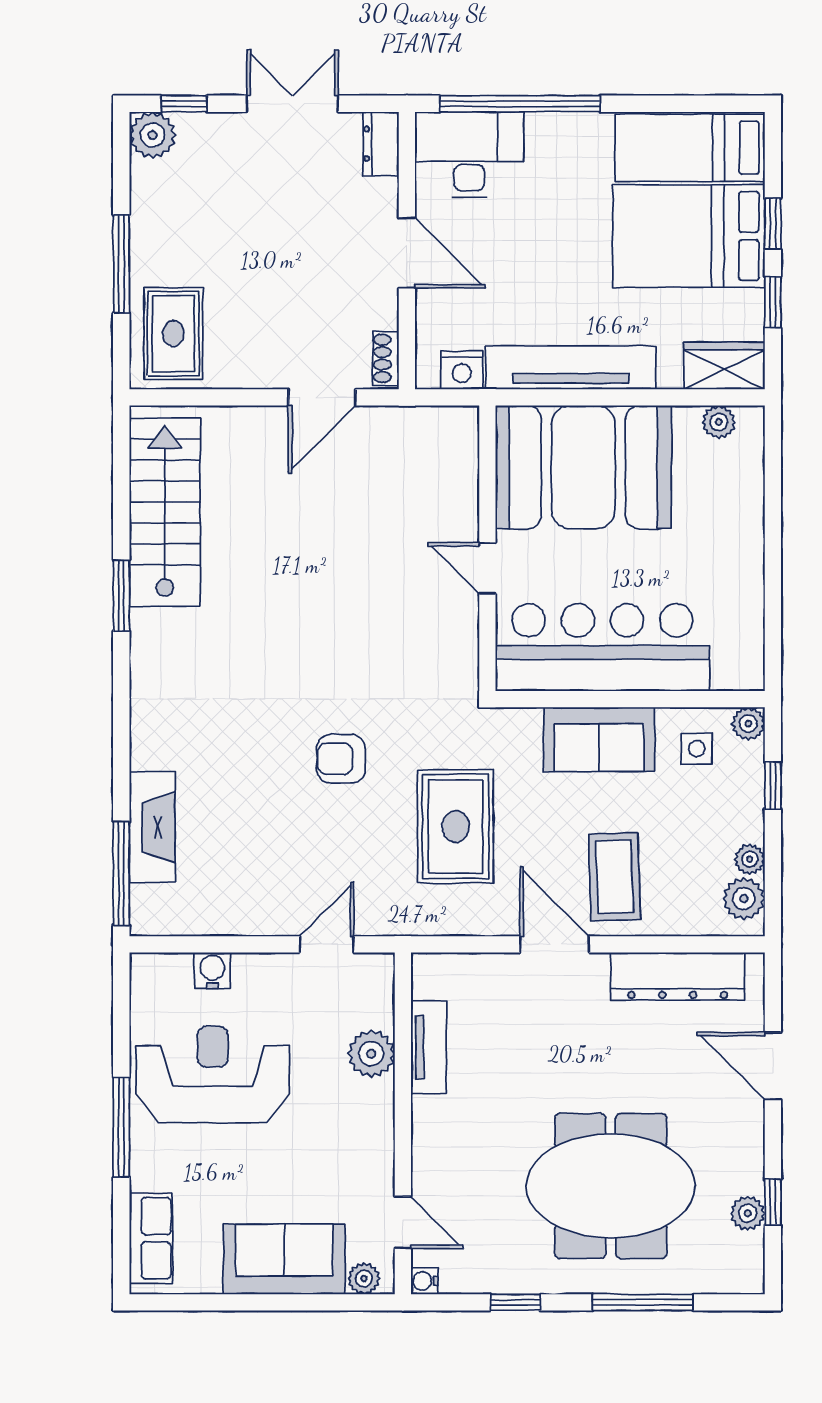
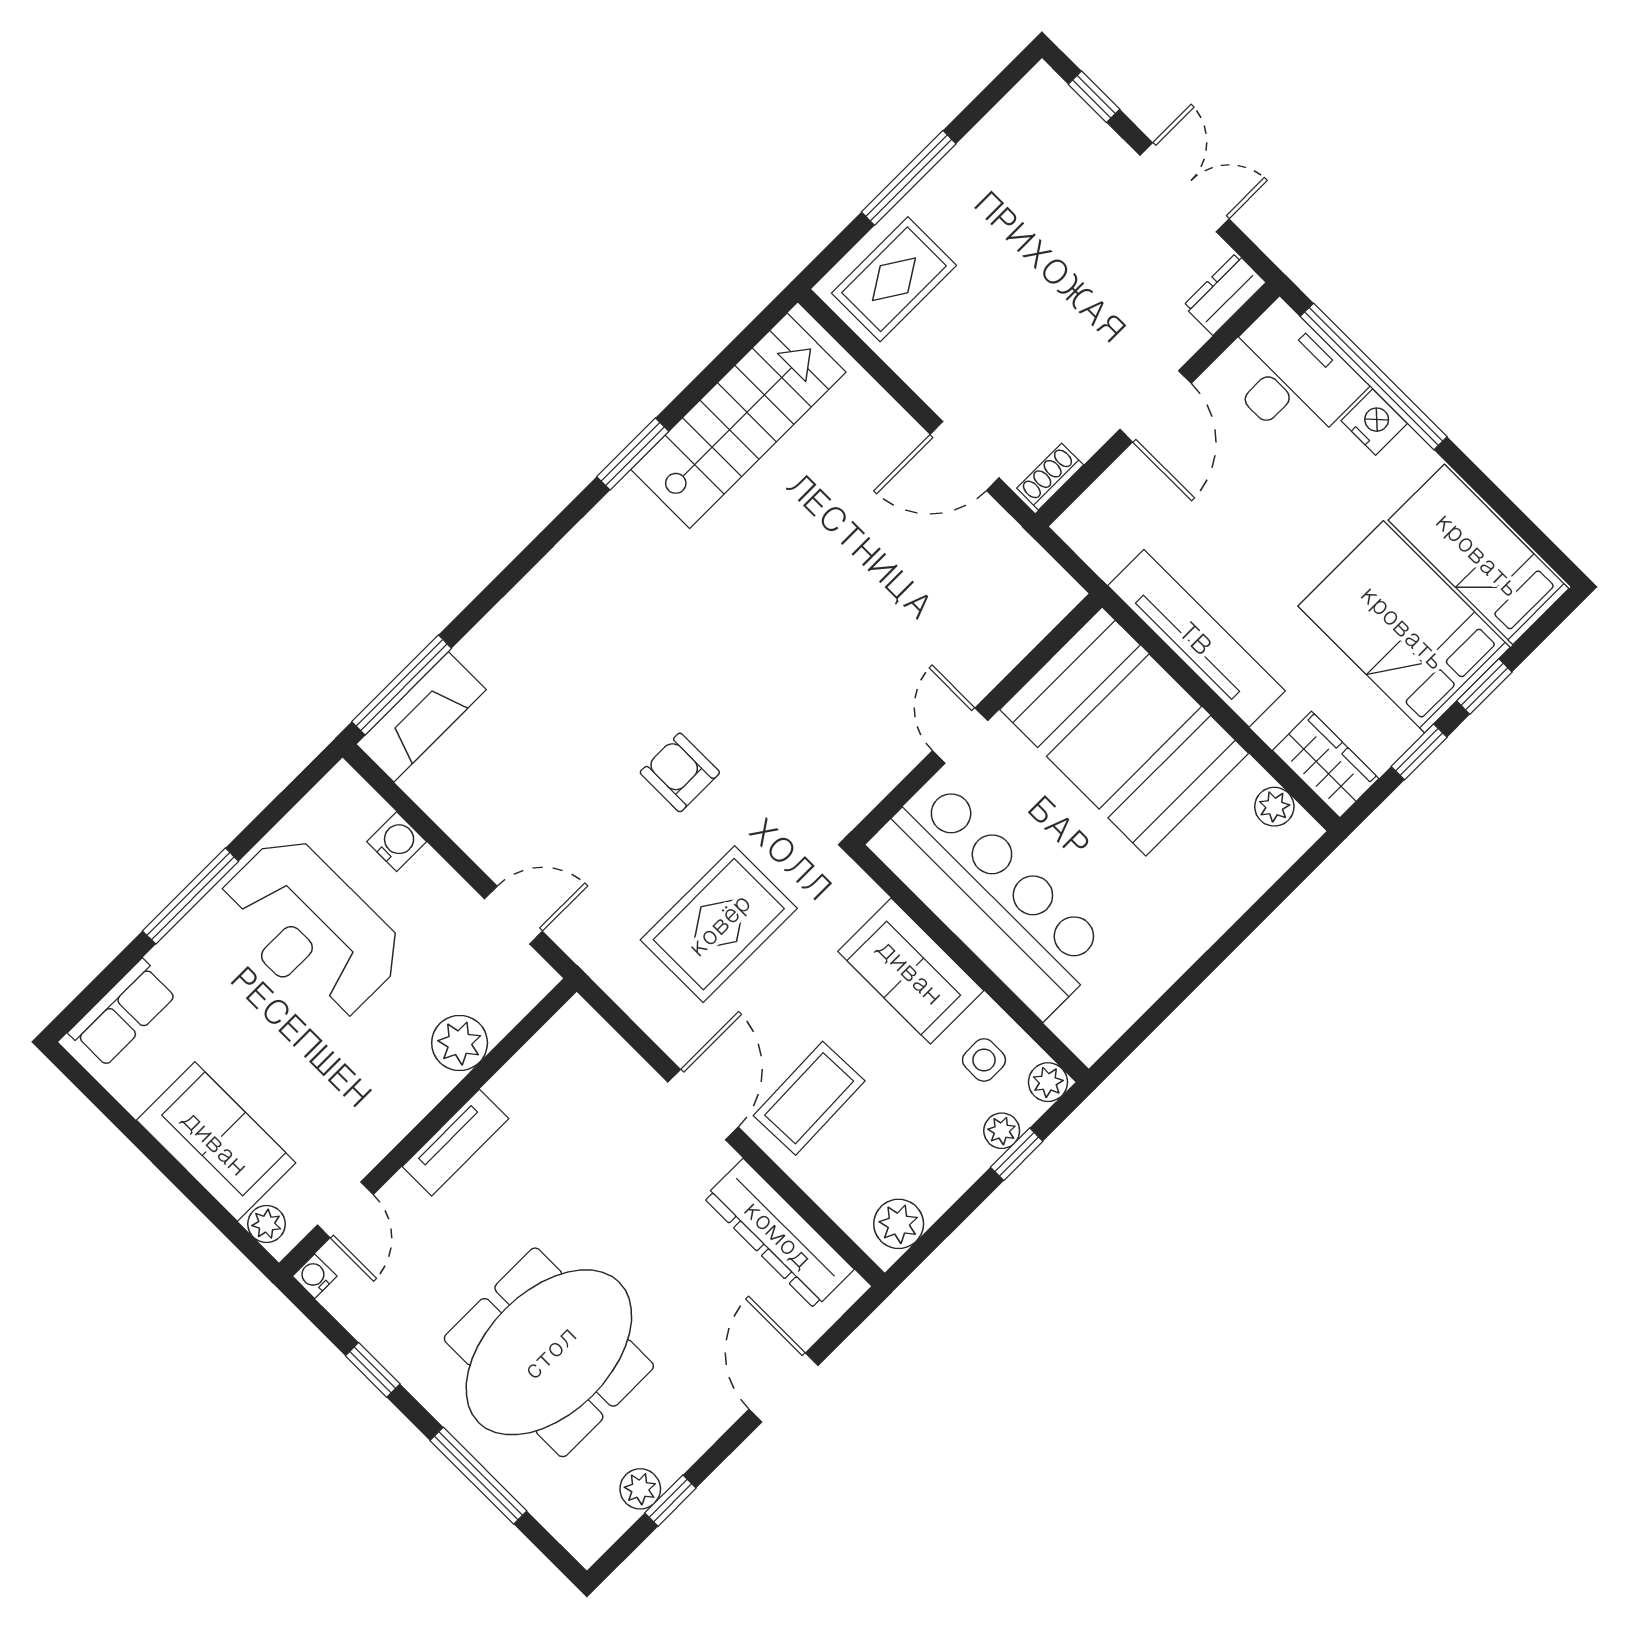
plant: (153, 135) -> (1042, 97), removed
nightstand: (462, 370) -> (1374, 422), moved, turned 180
fireplace: (152, 827) -> (421, 717), moved
plant: (750, 859) -> (1002, 1131), moved
tv unit: (429, 1047) -> (456, 1143), moved
reception desk: (213, 1075) -> (310, 928), turned 180
meeting table: (611, 1186) -> (549, 1352), turned 90

